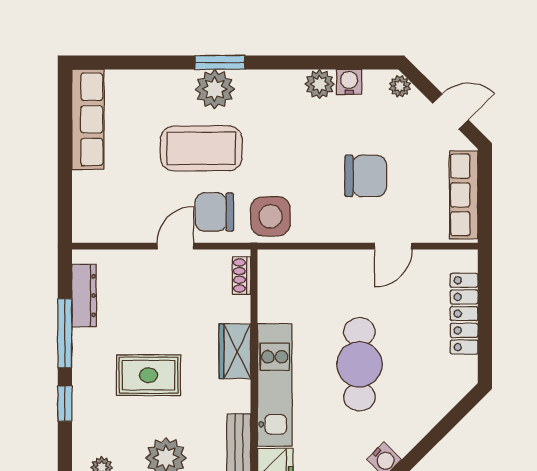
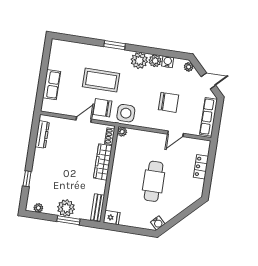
plant: (215, 89) -> (139, 60), moved
row of seats: (88, 119) -> (52, 85), moved, width x0.68
plant: (269, 261) -> (122, 132), added
locker: (464, 314) -> (201, 167), width x0.66
window: (65, 333) -> (32, 149), removed
wardrobe: (235, 351) -> (103, 162), width x1.50
rug: (149, 375) -> (64, 172), removed
kitchen unit: (275, 385) -> (117, 184), removed

